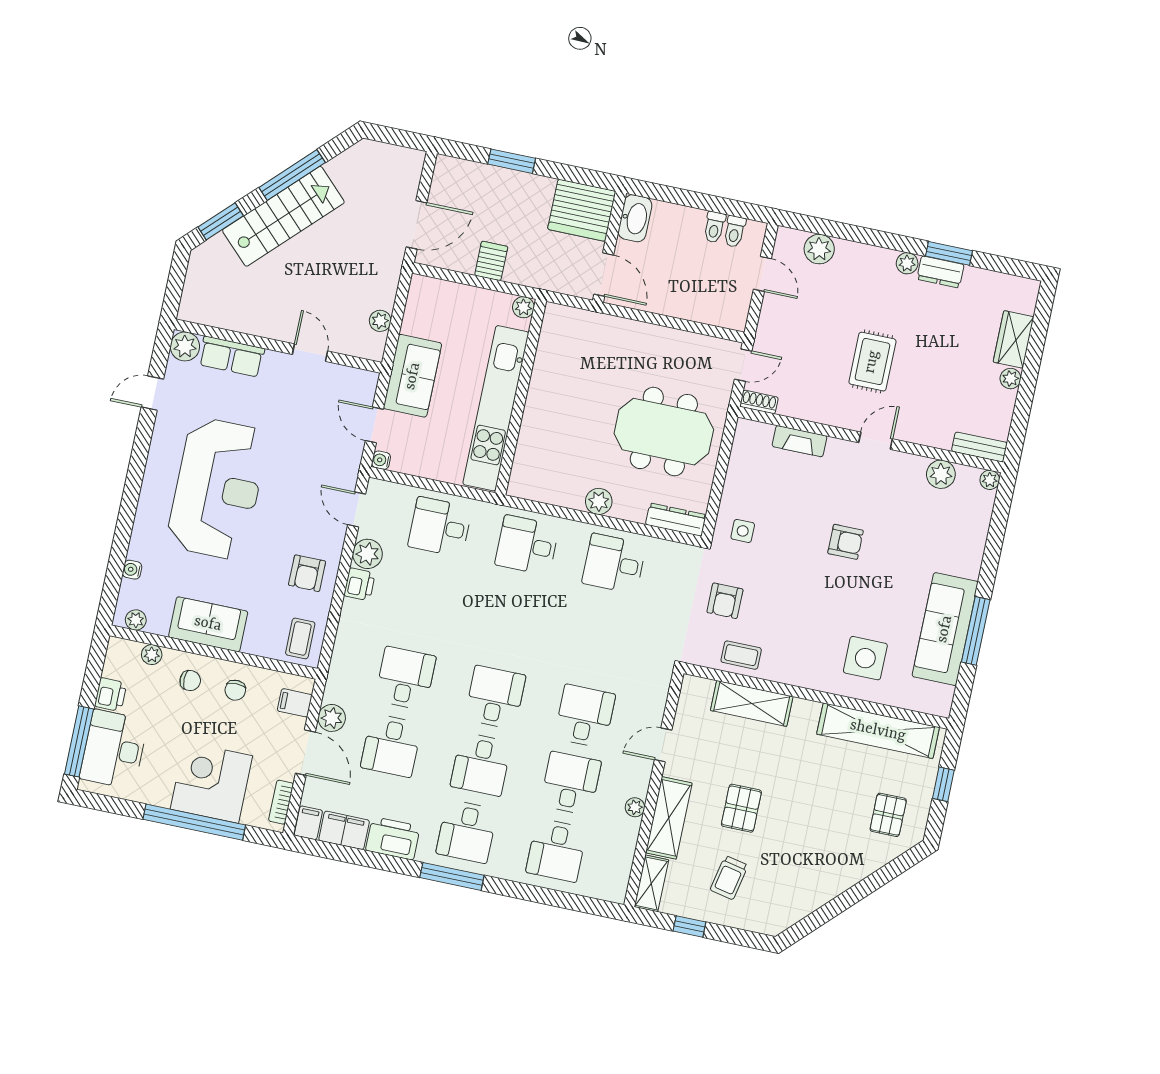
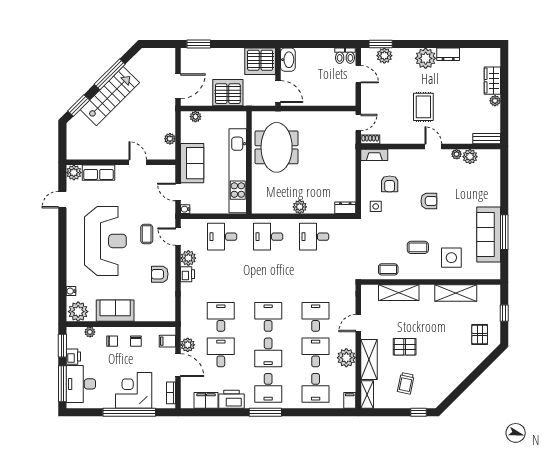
window: (512, 161) -> (199, 44), moved
toilet: (714, 227) -> (350, 56), moved
window: (949, 253) -> (381, 44), moved
server rack: (491, 261) -> (228, 93), width x2.18, depth x1.44
plant: (907, 263) -> (426, 58), width x1.88, depth x1.88
plant: (523, 307) -> (195, 117), moved
meeting table: (664, 432) -> (277, 147), moved, turned 90
fireplace: (799, 441) -> (374, 155), moved
door: (876, 441) -> (433, 147), hinge flipped
plant: (990, 480) -> (457, 154), moved
dresser: (676, 520) -> (345, 208), width x0.70
armchair: (307, 573) -> (160, 274), turned 90
armchair: (725, 601) -> (390, 184), moved
plant: (136, 620) -> (78, 312), width x1.88, depth x1.88
coffee table: (806, 625) -> (418, 247), added
coffee table: (300, 638) -> (147, 234), moved
window: (94, 669) -> (62, 346), added
shelving: (878, 731) -> (456, 293), width x0.68
desk: (391, 745) -> (221, 352), turned 180
plant: (635, 807) -> (346, 358), width x1.87, depth x1.87
pallet: (741, 808) -> (405, 347), turned 90
filing cabinet: (308, 823) -> (350, 400), moved
window: (689, 927) -> (418, 412), moved

